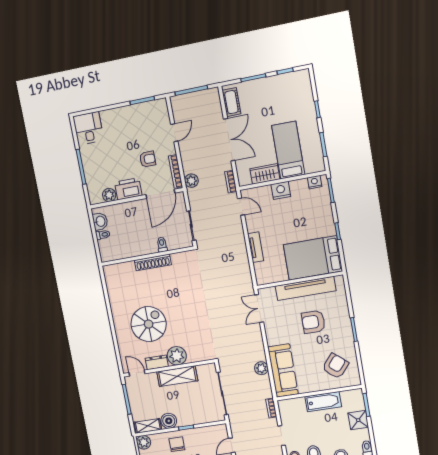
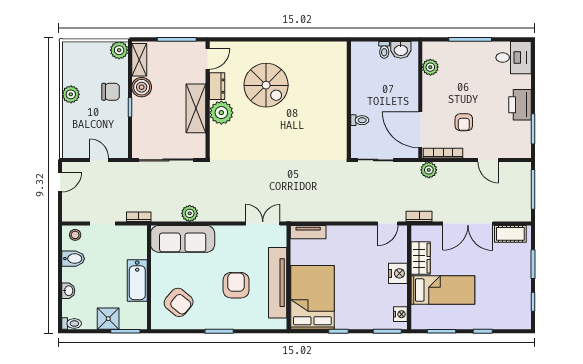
printer: (128, 189) -> (520, 105), moved, turned 180
tv unit: (256, 247) -> (308, 232), moved
shoe rack: (153, 262) -> (340, 105), removed

